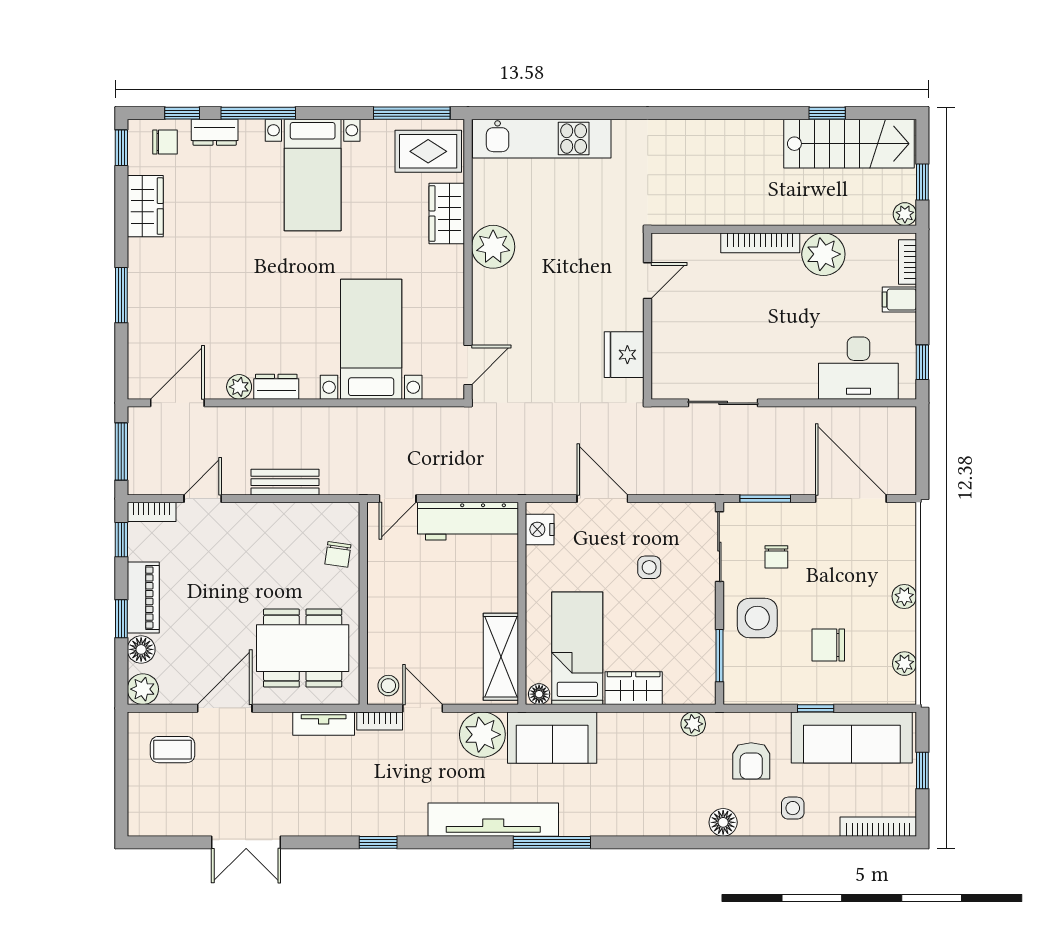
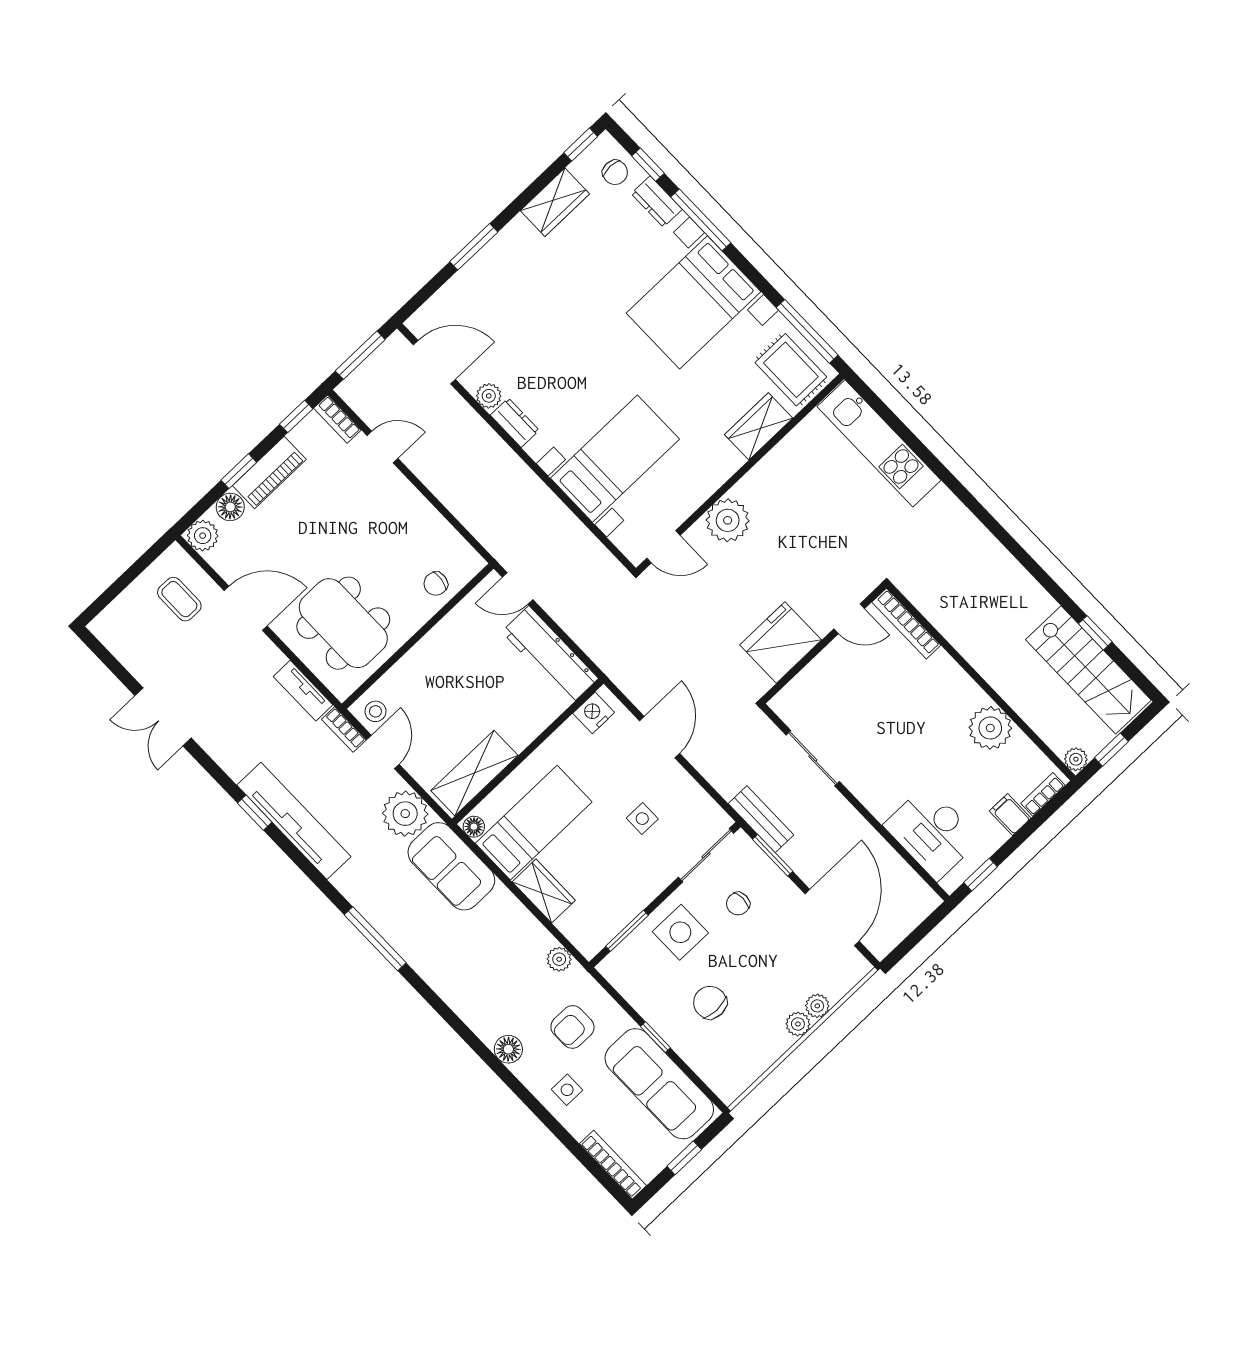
bed with nightstands: (313, 175) -> (694, 302), width x1.36
bookcase: (760, 243) -> (906, 624), moved
plant: (493, 247) -> (728, 520), moved
fridge: (624, 355) -> (781, 642), width x1.36, depth x1.34
bench: (285, 482) -> (761, 819), moved
plant: (904, 664) -> (817, 1006), moved
tv unit: (493, 820) -> (294, 821), moved

